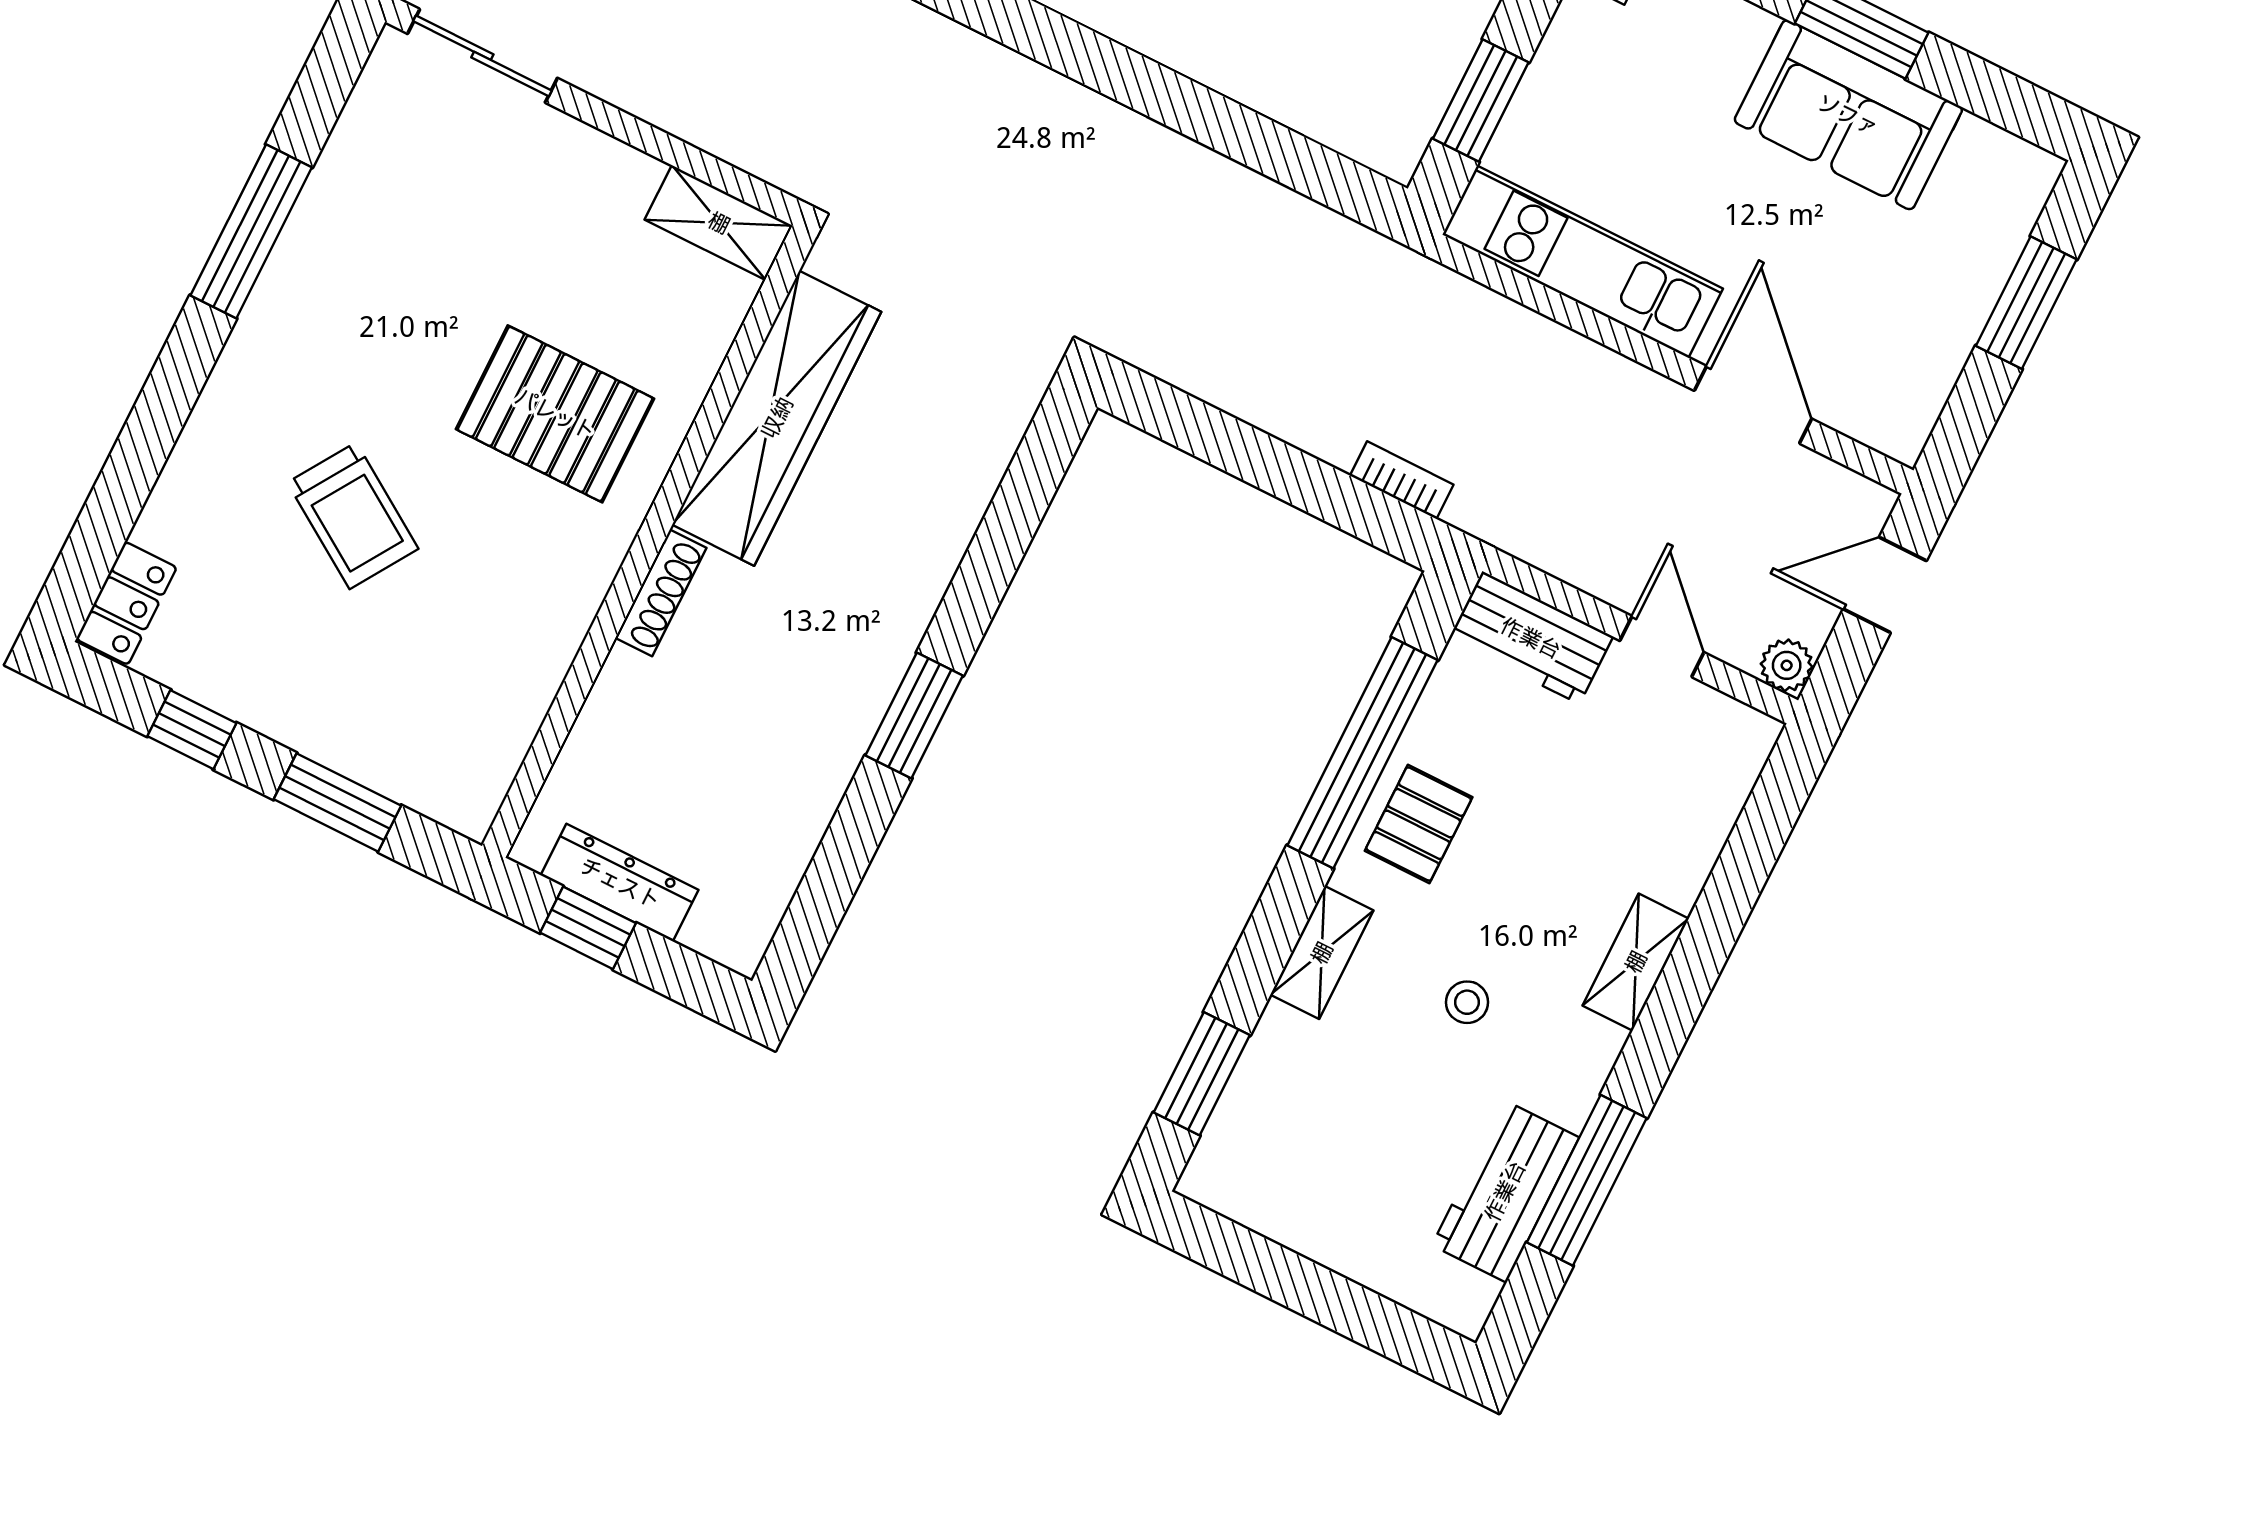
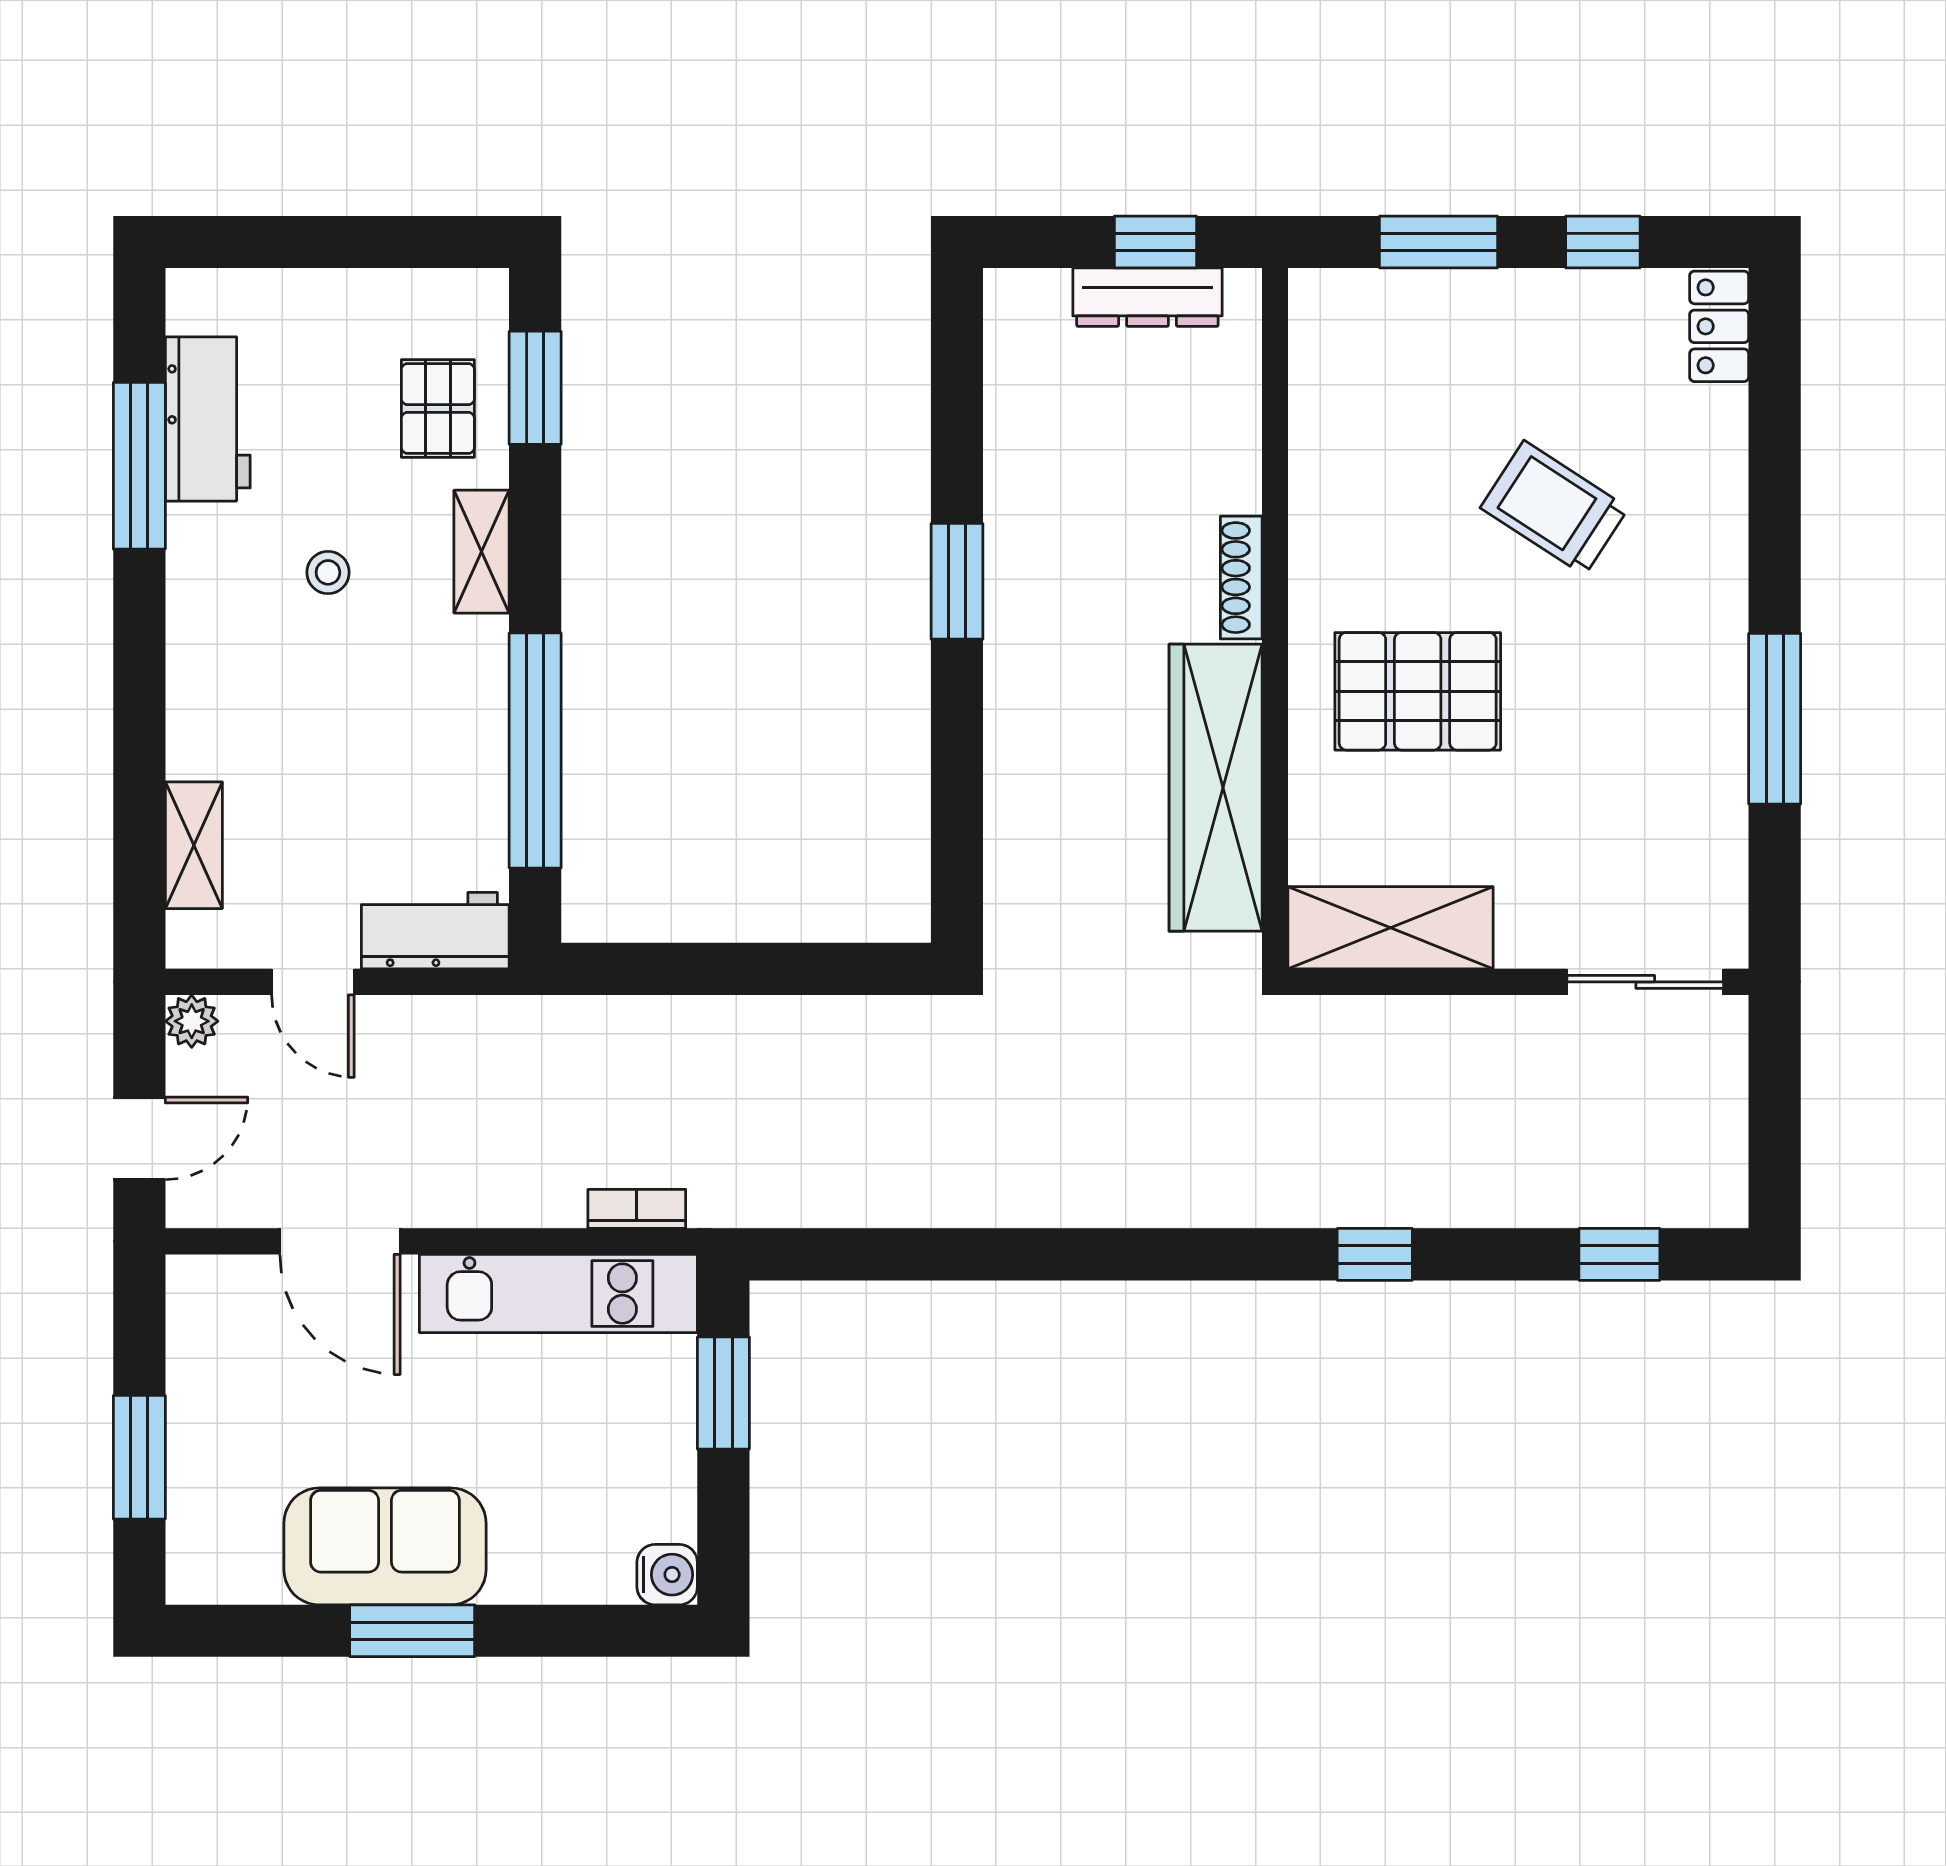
shelving: (719, 223) -> (1391, 928), width x1.50, depth x1.33
bookcase: (1402, 480) -> (637, 1209), moved, turned 180
pallet: (1419, 824) -> (438, 409), moved
shelving: (1636, 962) -> (194, 845), moved

